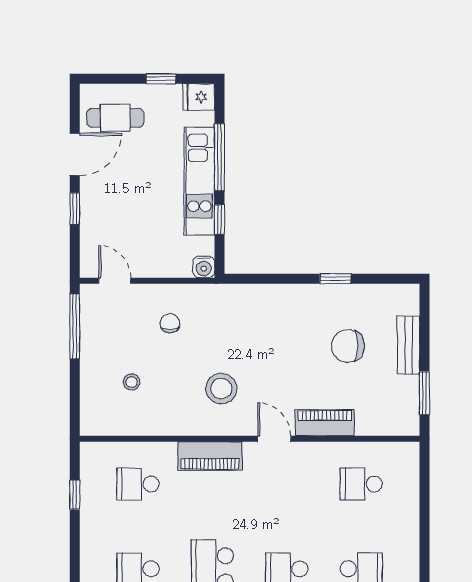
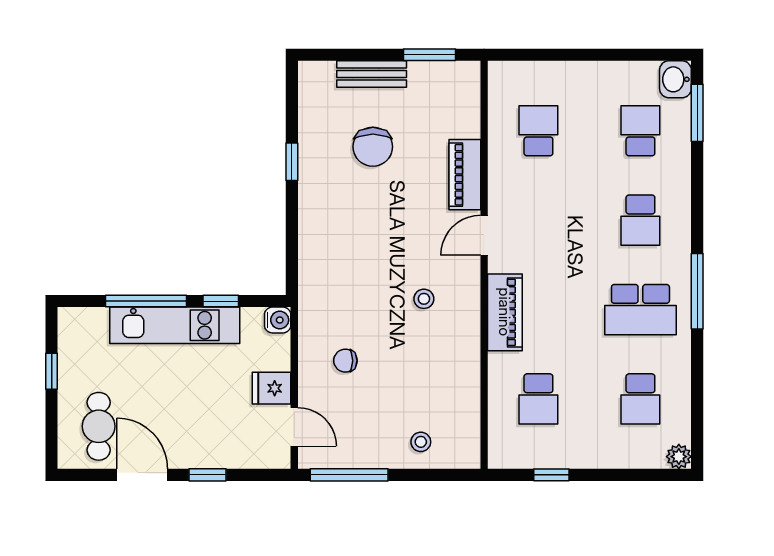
fridge: (199, 97) -> (272, 388), moved, turned 90
door: (115, 281) -> (294, 427), swing flipped
stool: (132, 382) -> (421, 442), moved
stool: (221, 389) -> (424, 299), width x0.53, depth x0.53
school desk: (361, 484) -> (538, 131), turned 180

